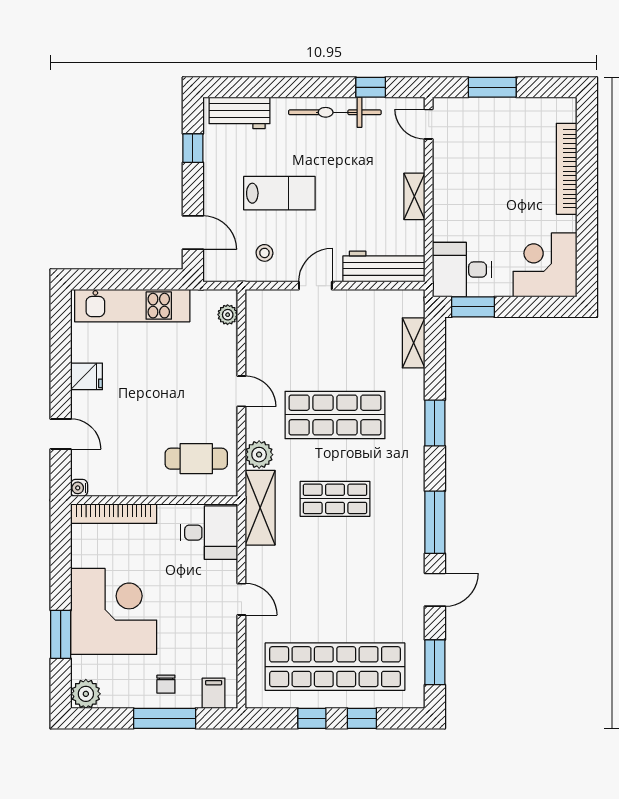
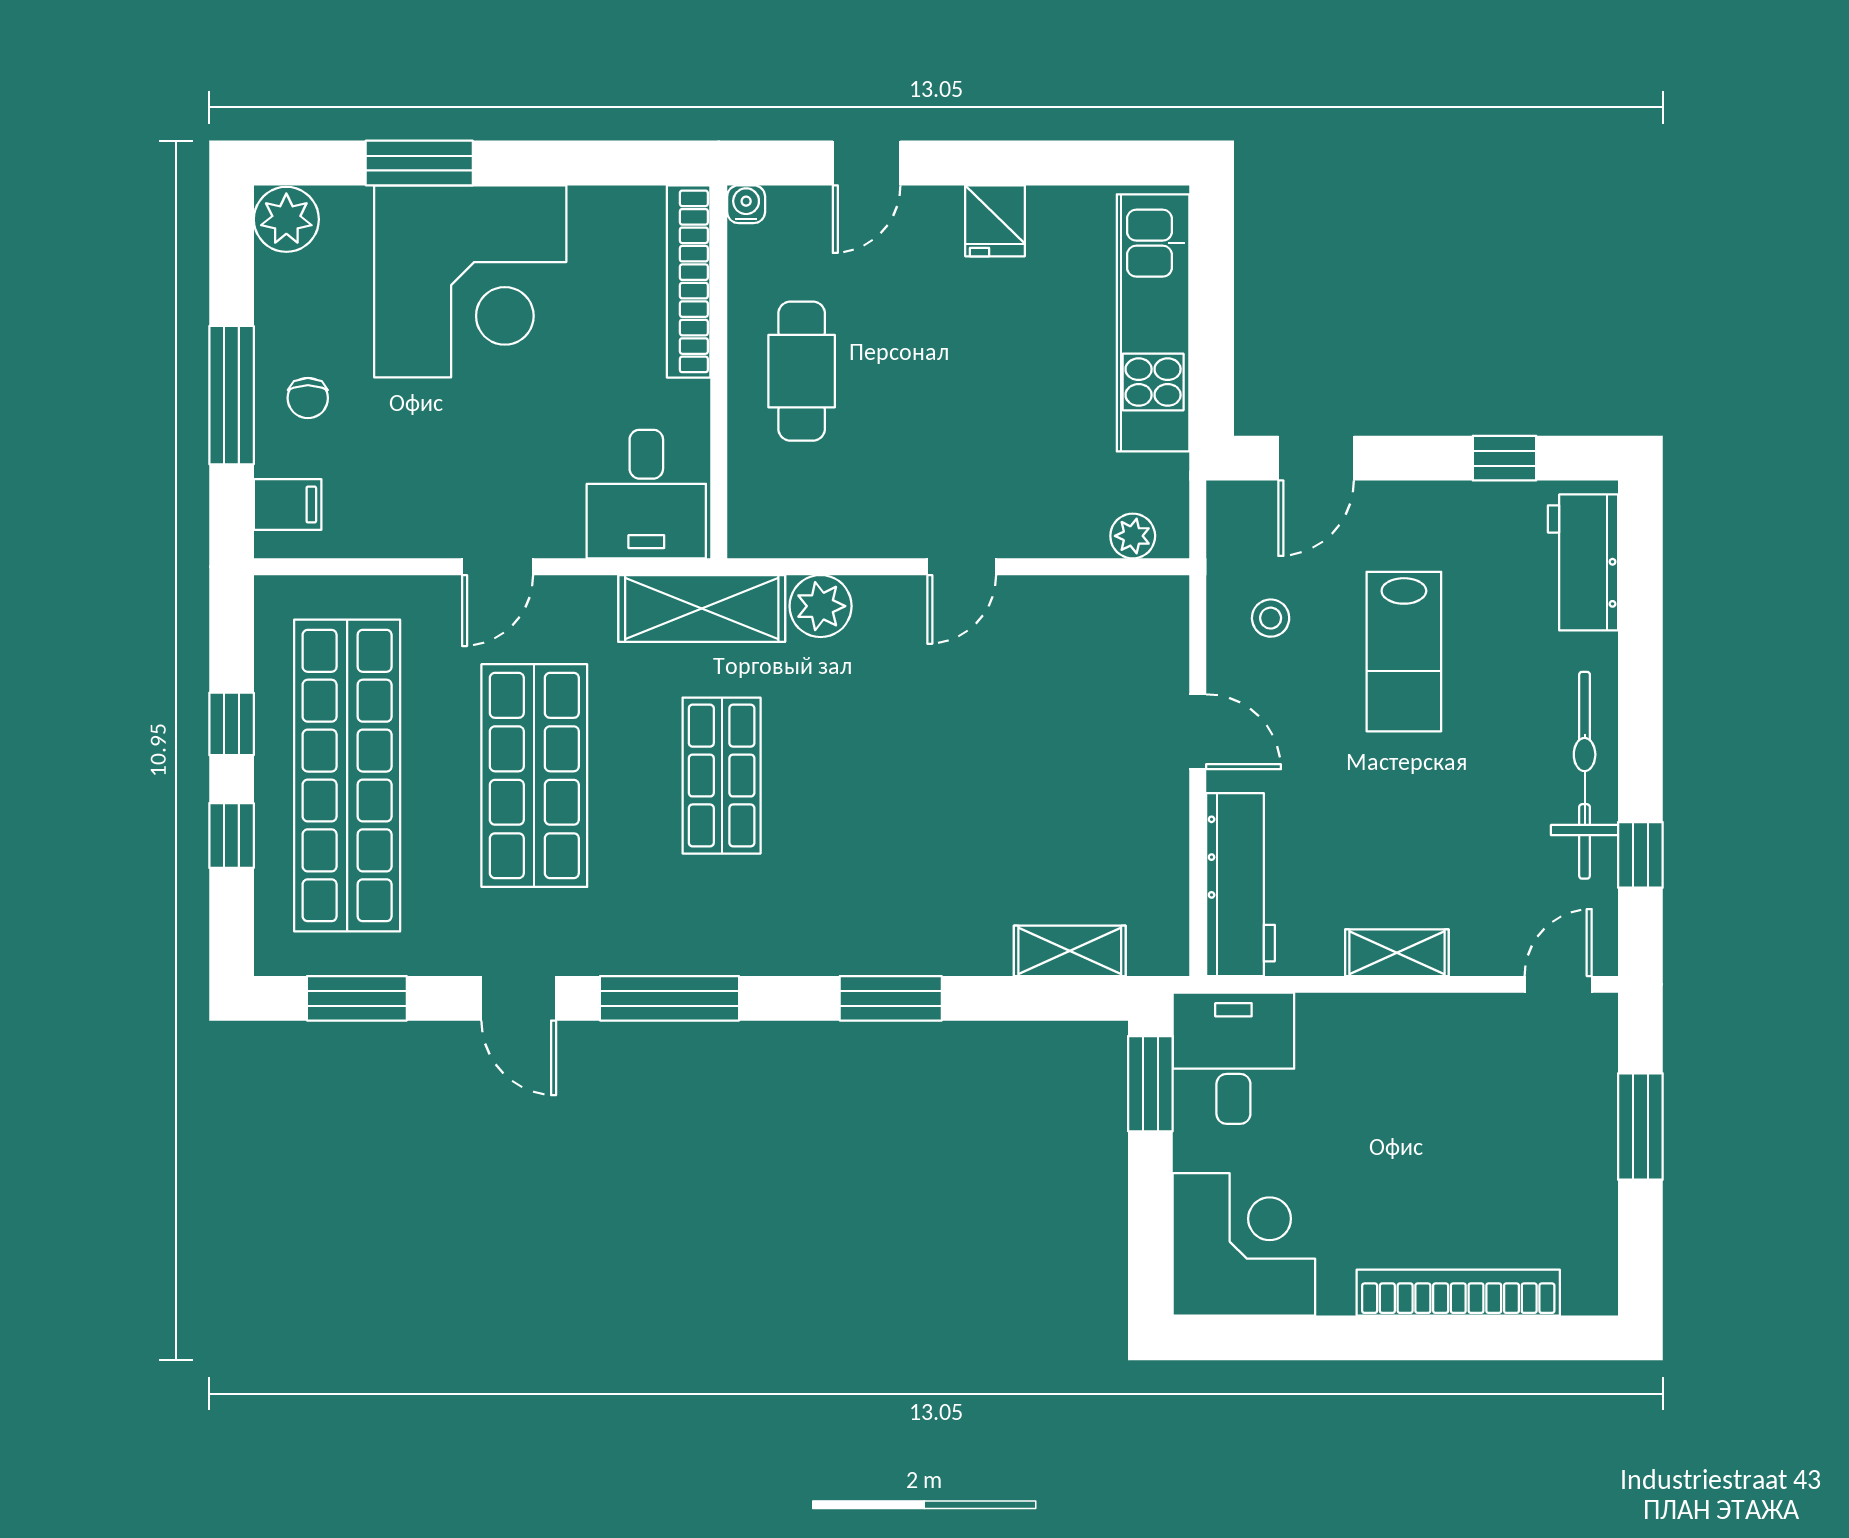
shop shelf: (335, 415) -> (534, 776), moved
cafe table: (196, 459) -> (802, 371), moved
chair: (166, 684) -> (308, 398), turned -90

